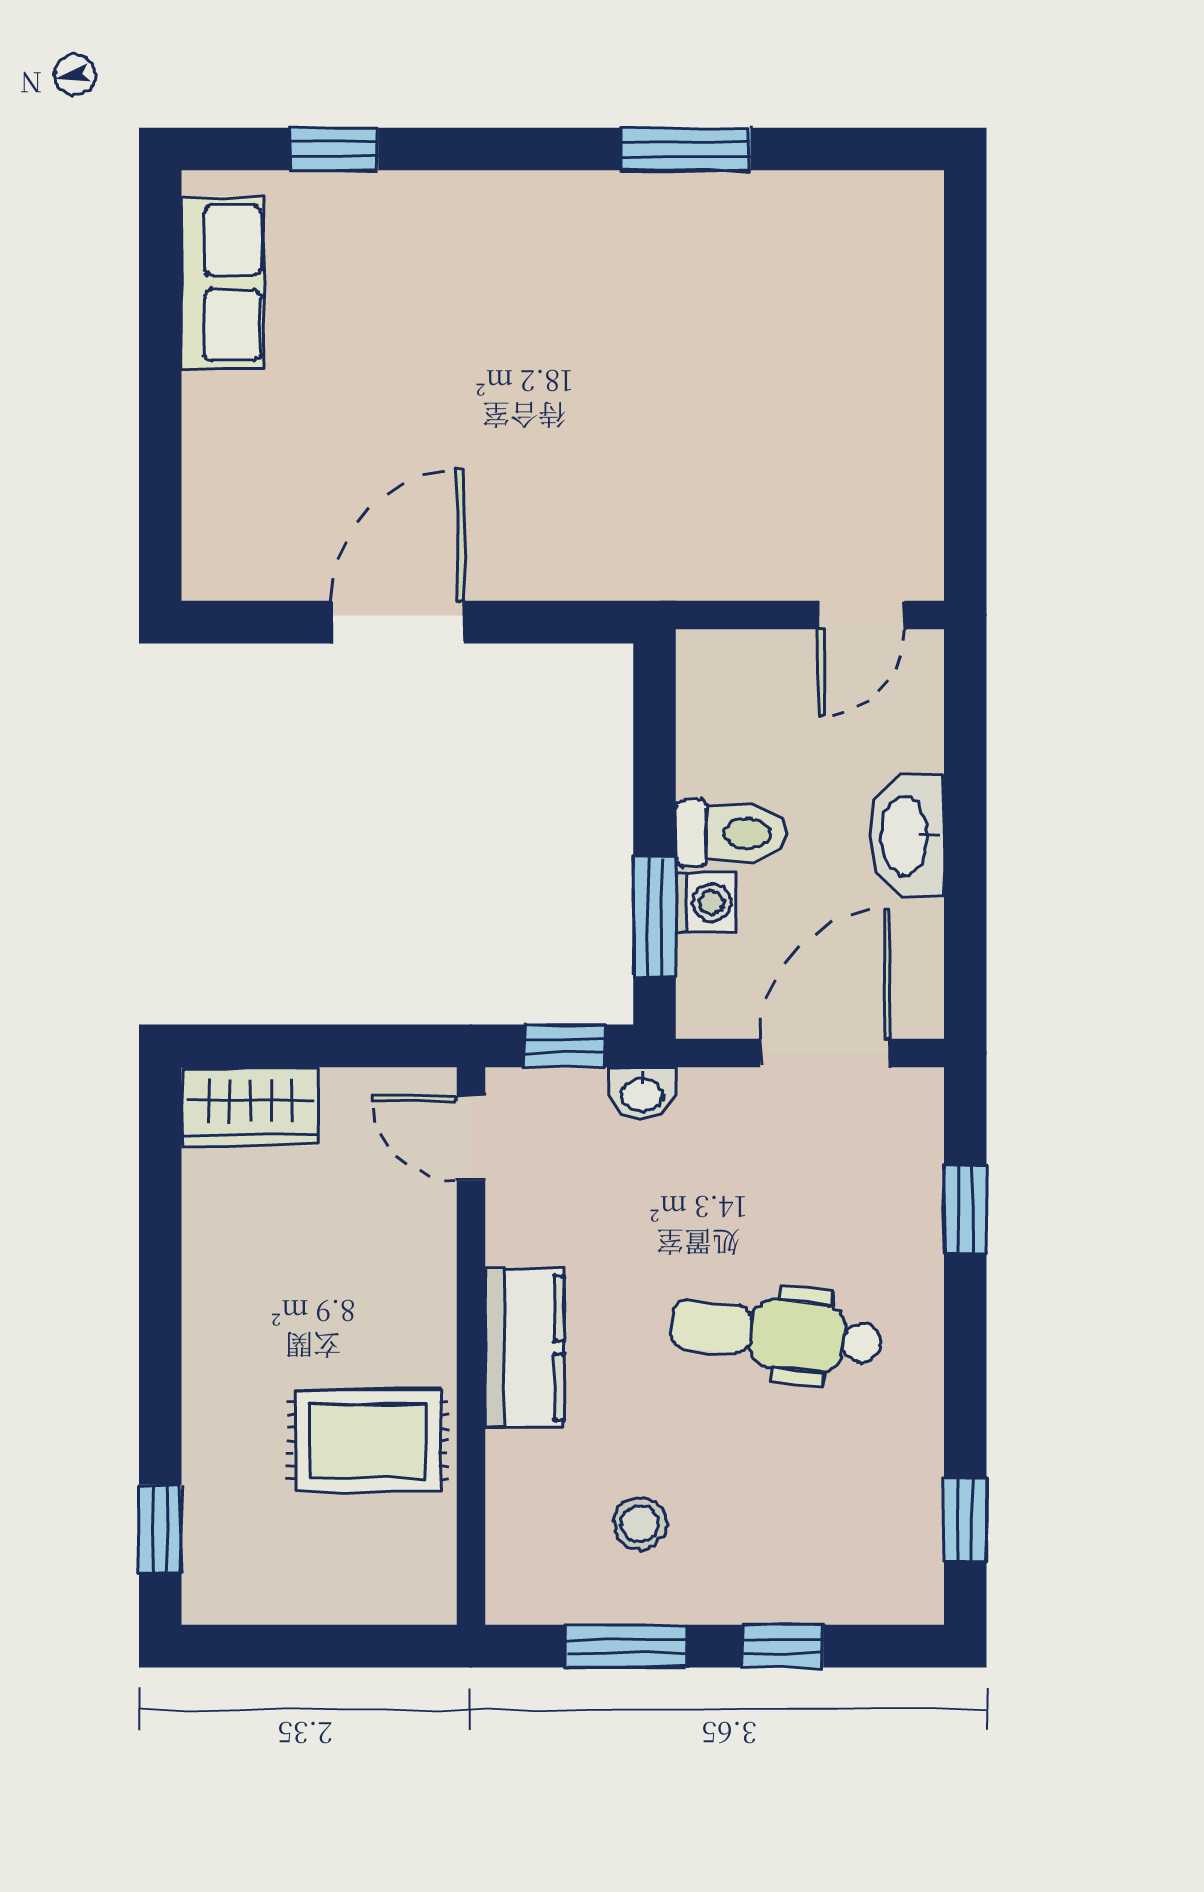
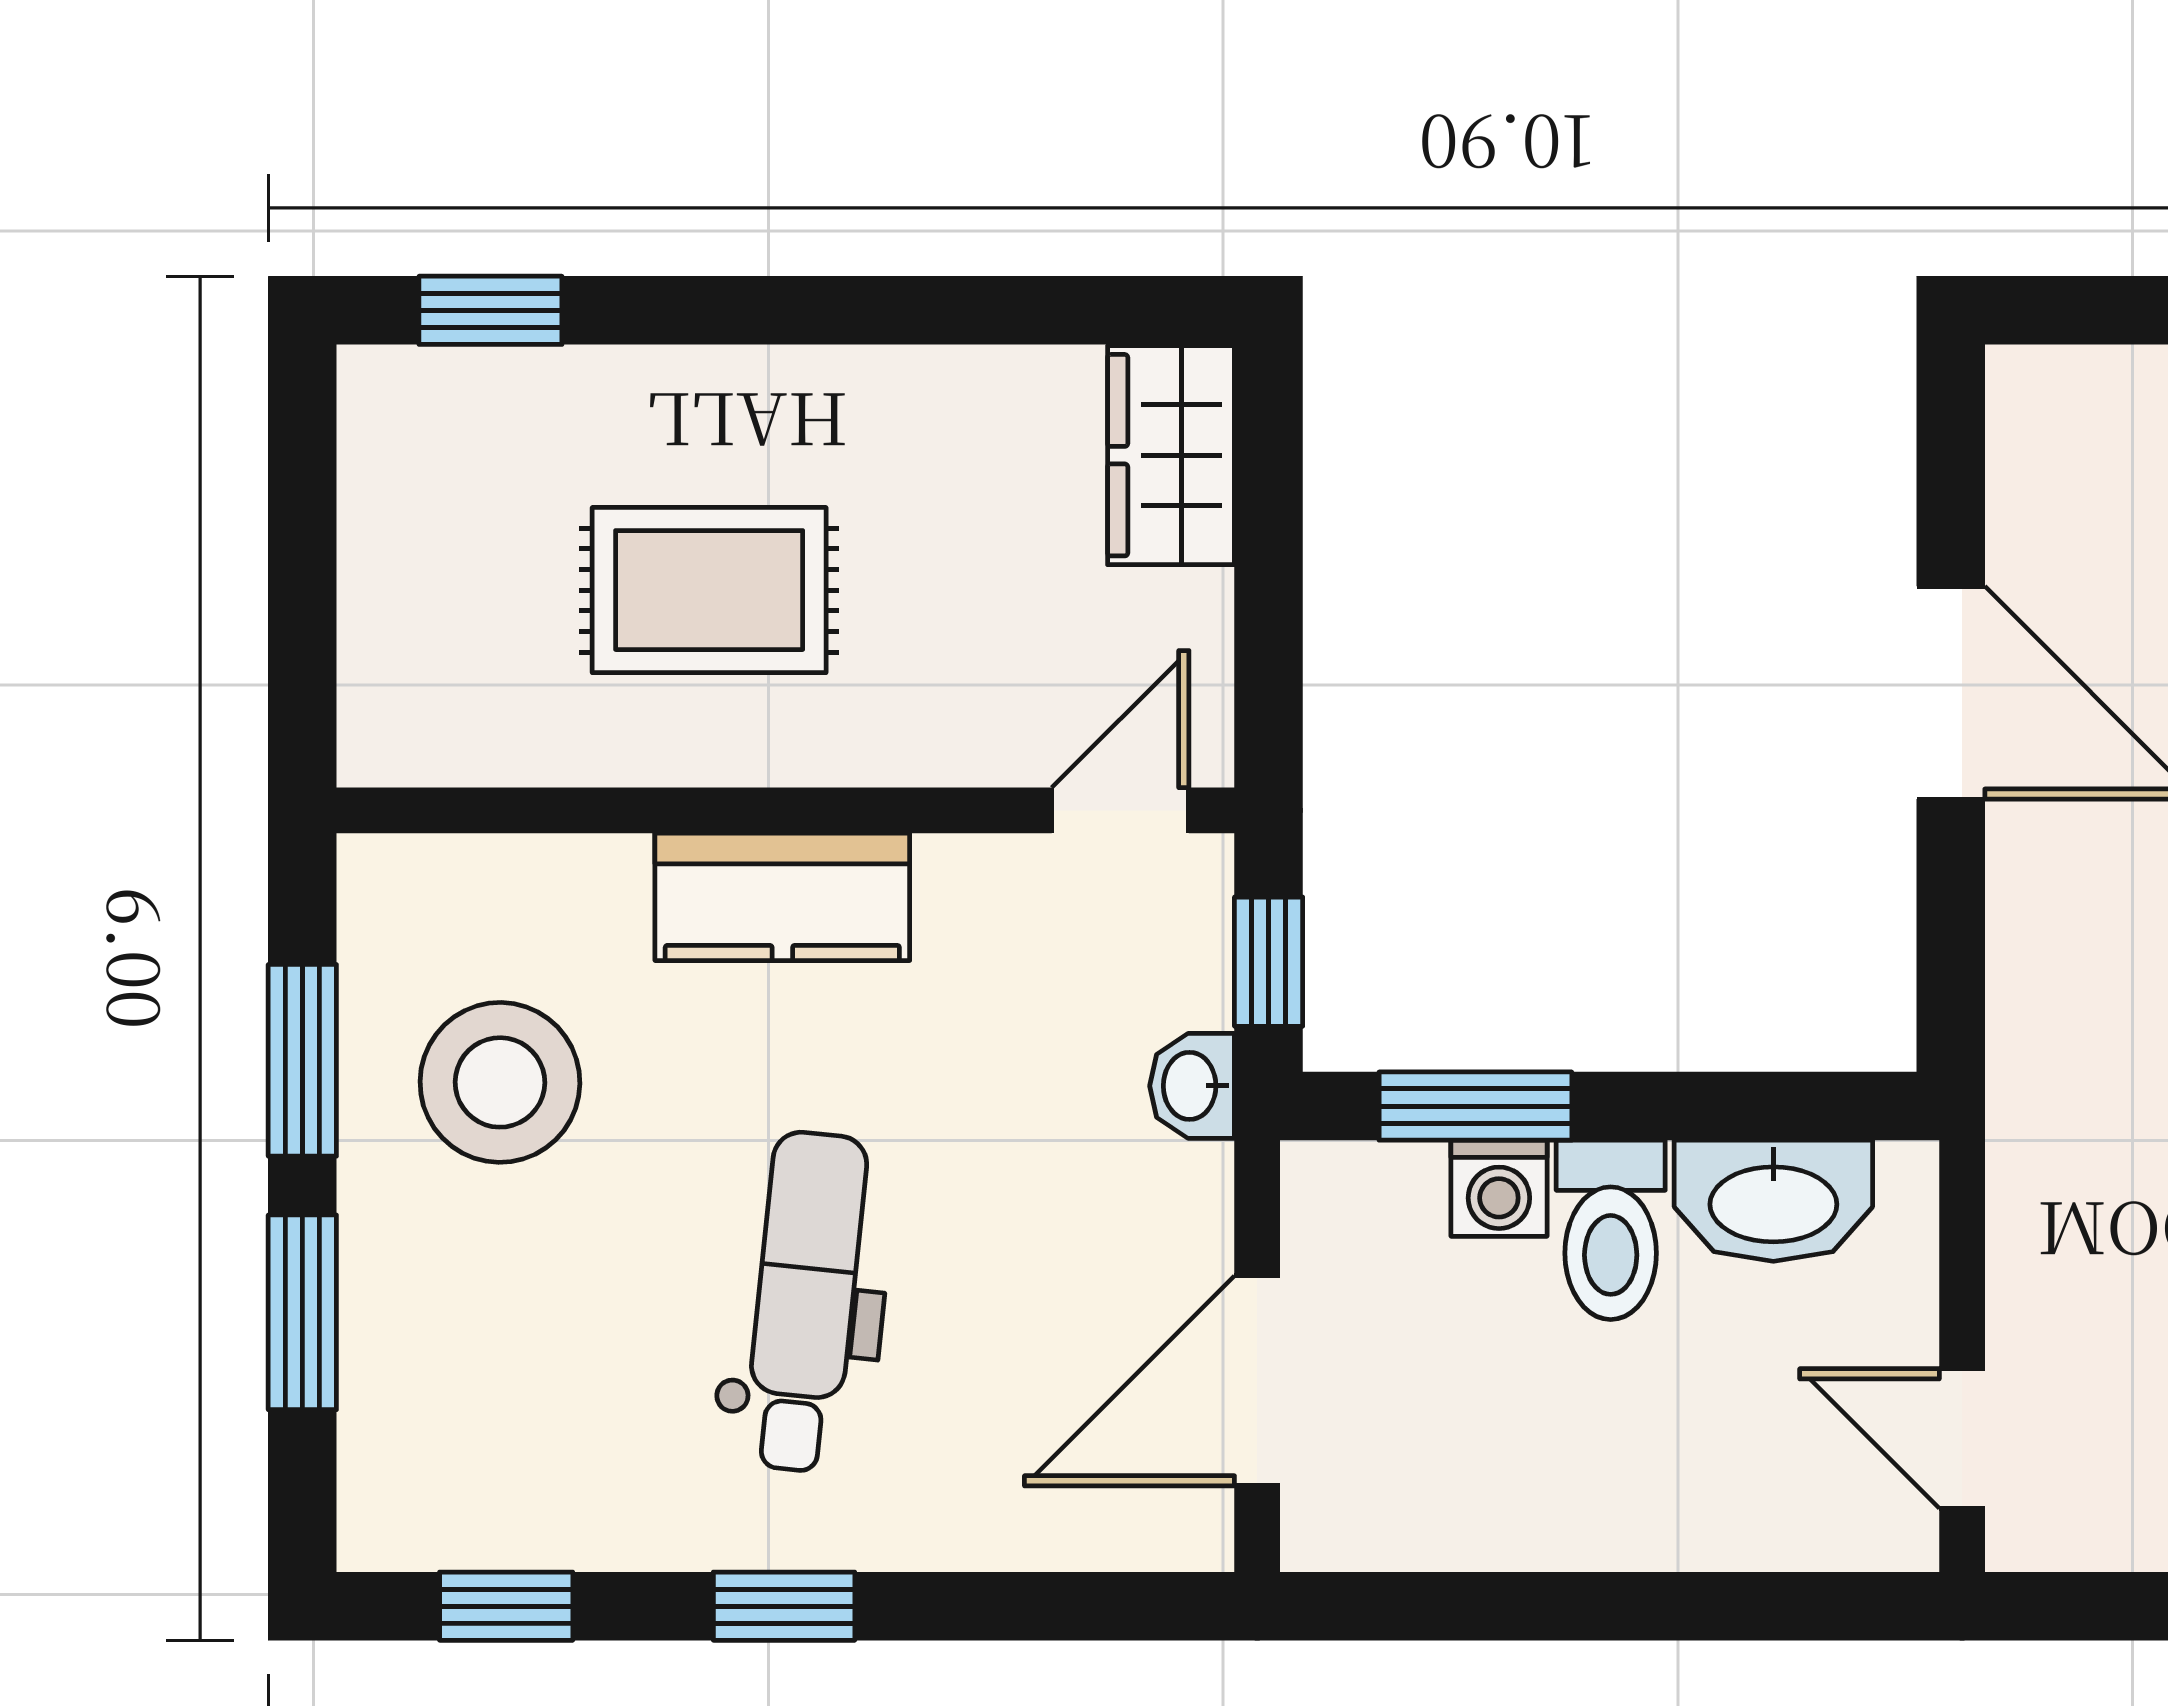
washbasin: (906, 835) -> (1773, 1201), moved, turned 180
door: (825, 1053) -> (1257, 1381), swing flipped
window: (965, 1209) -> (784, 1606), moved
rug: (368, 1441) -> (709, 590), moved, turned 90
stool: (640, 1523) -> (500, 1082), width x1.89, depth x1.89
window: (783, 1646) -> (302, 1312), width x1.50

